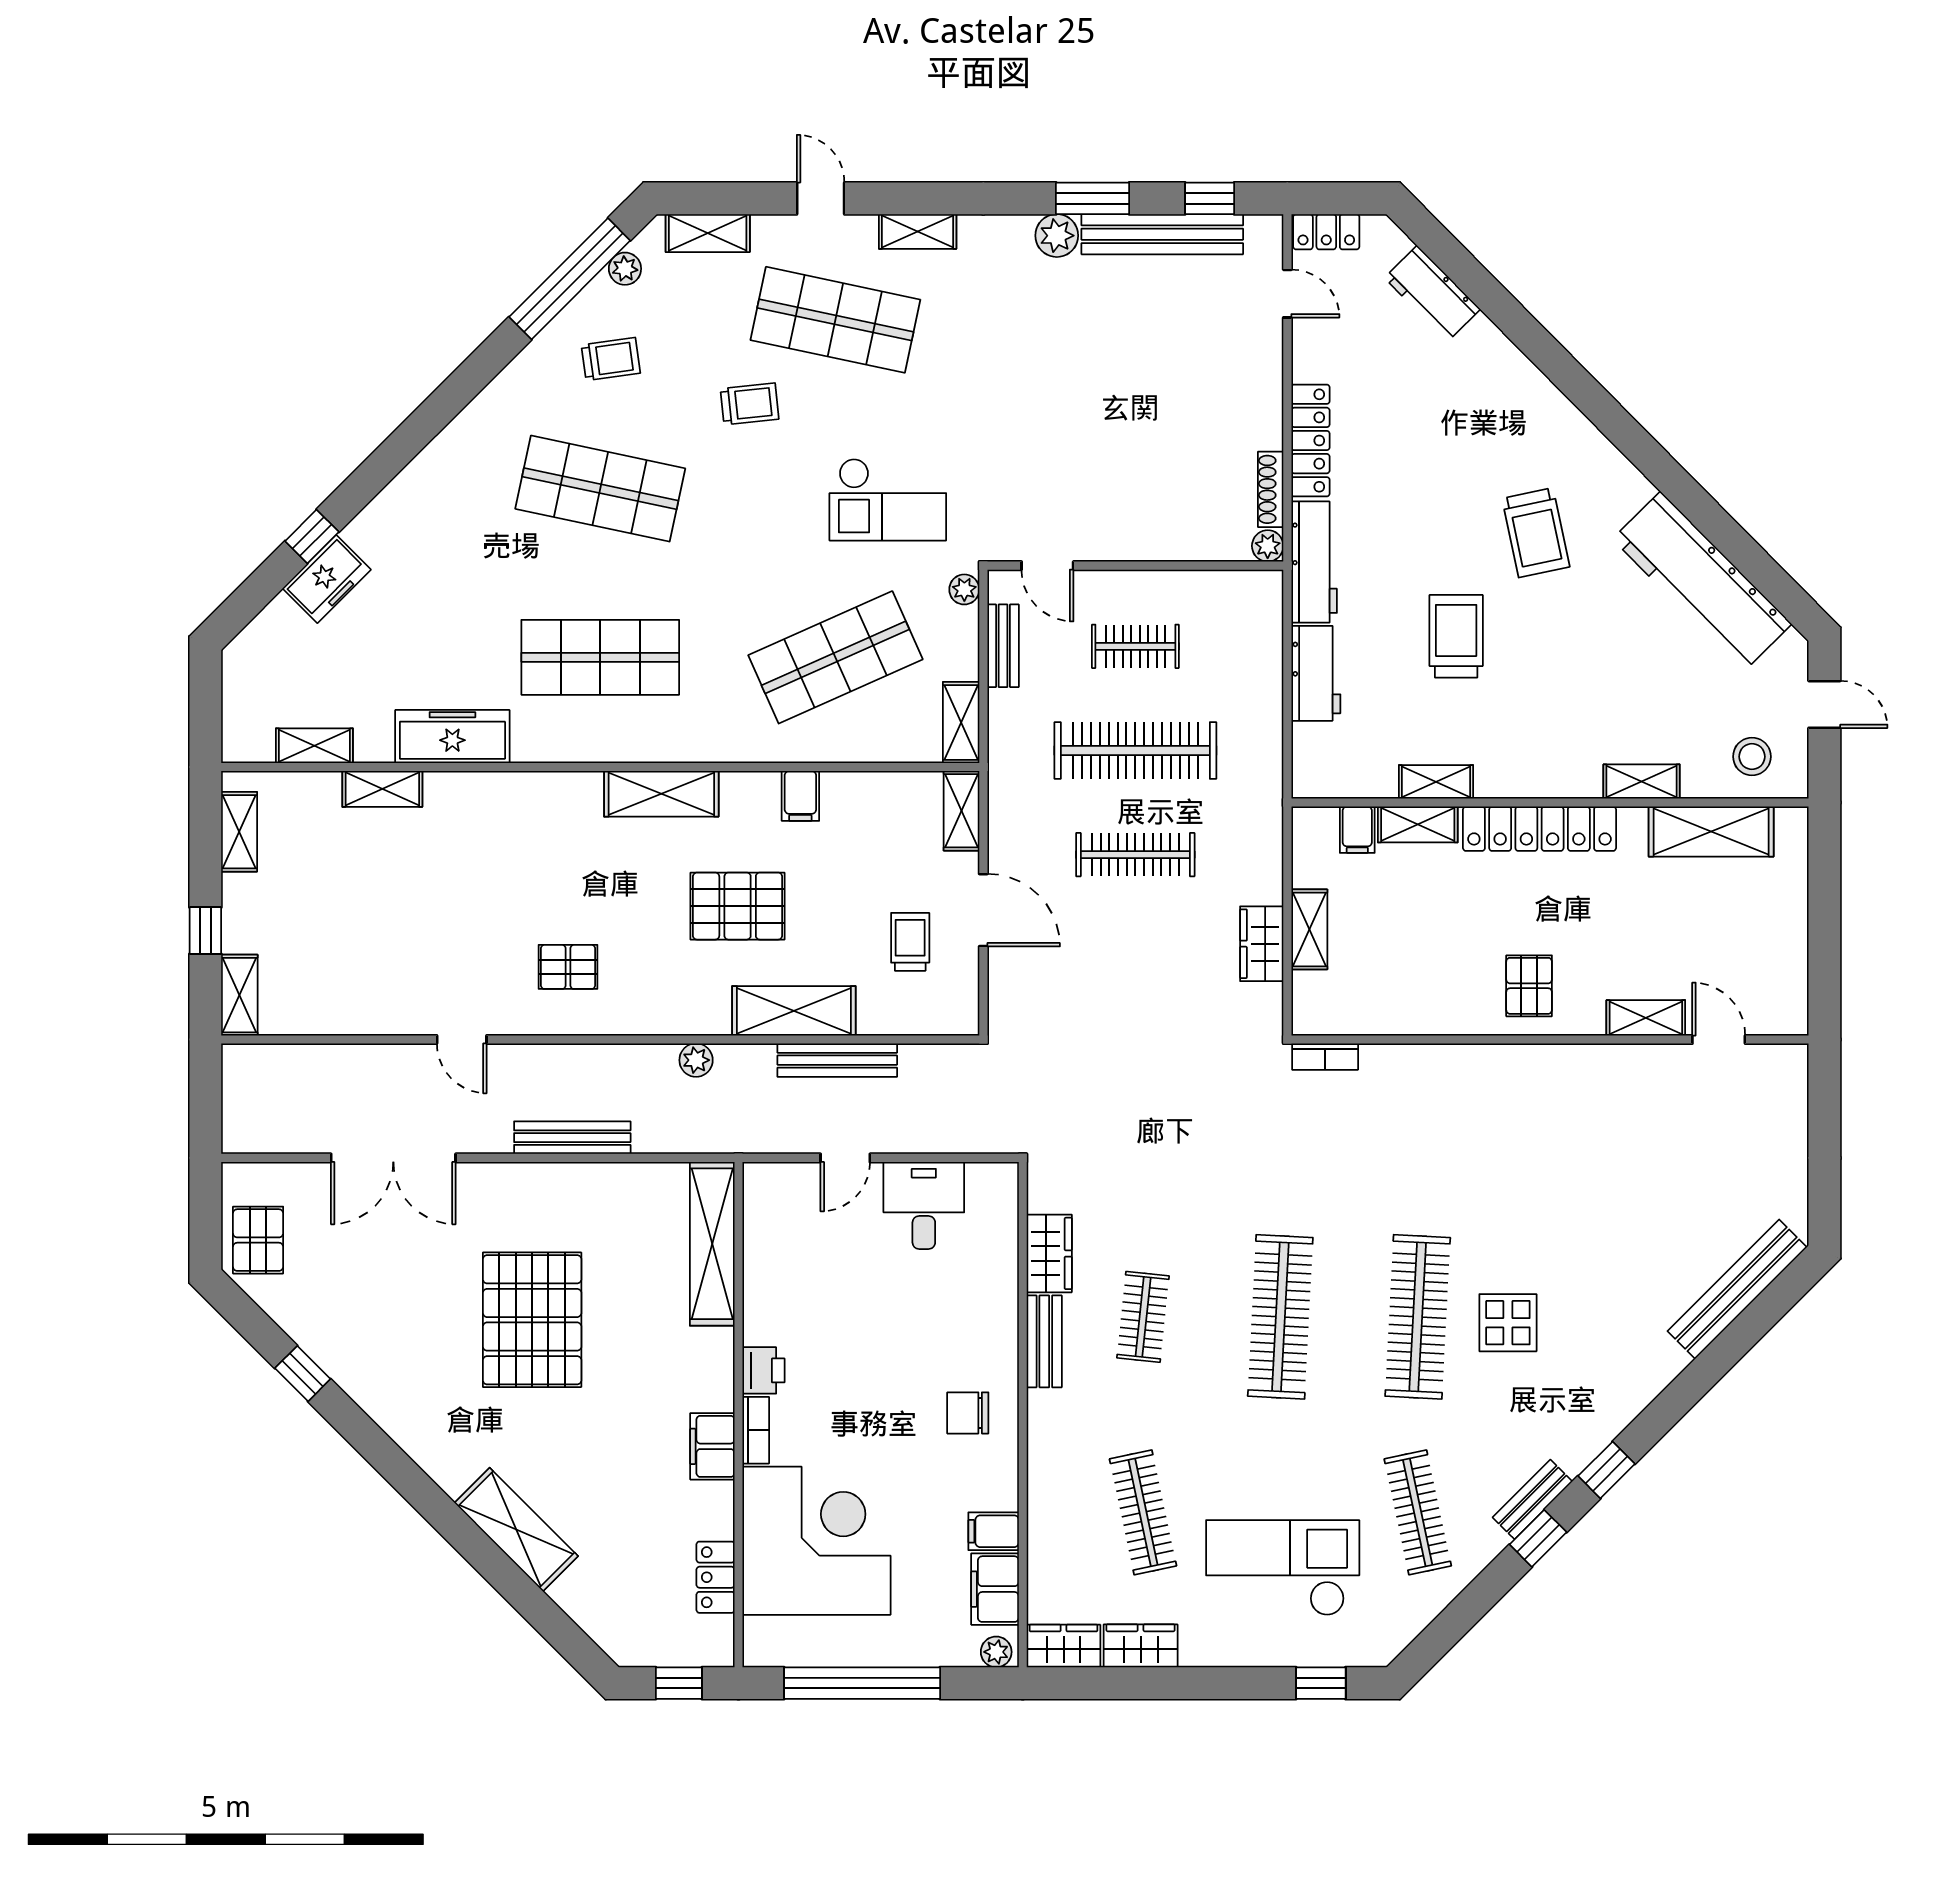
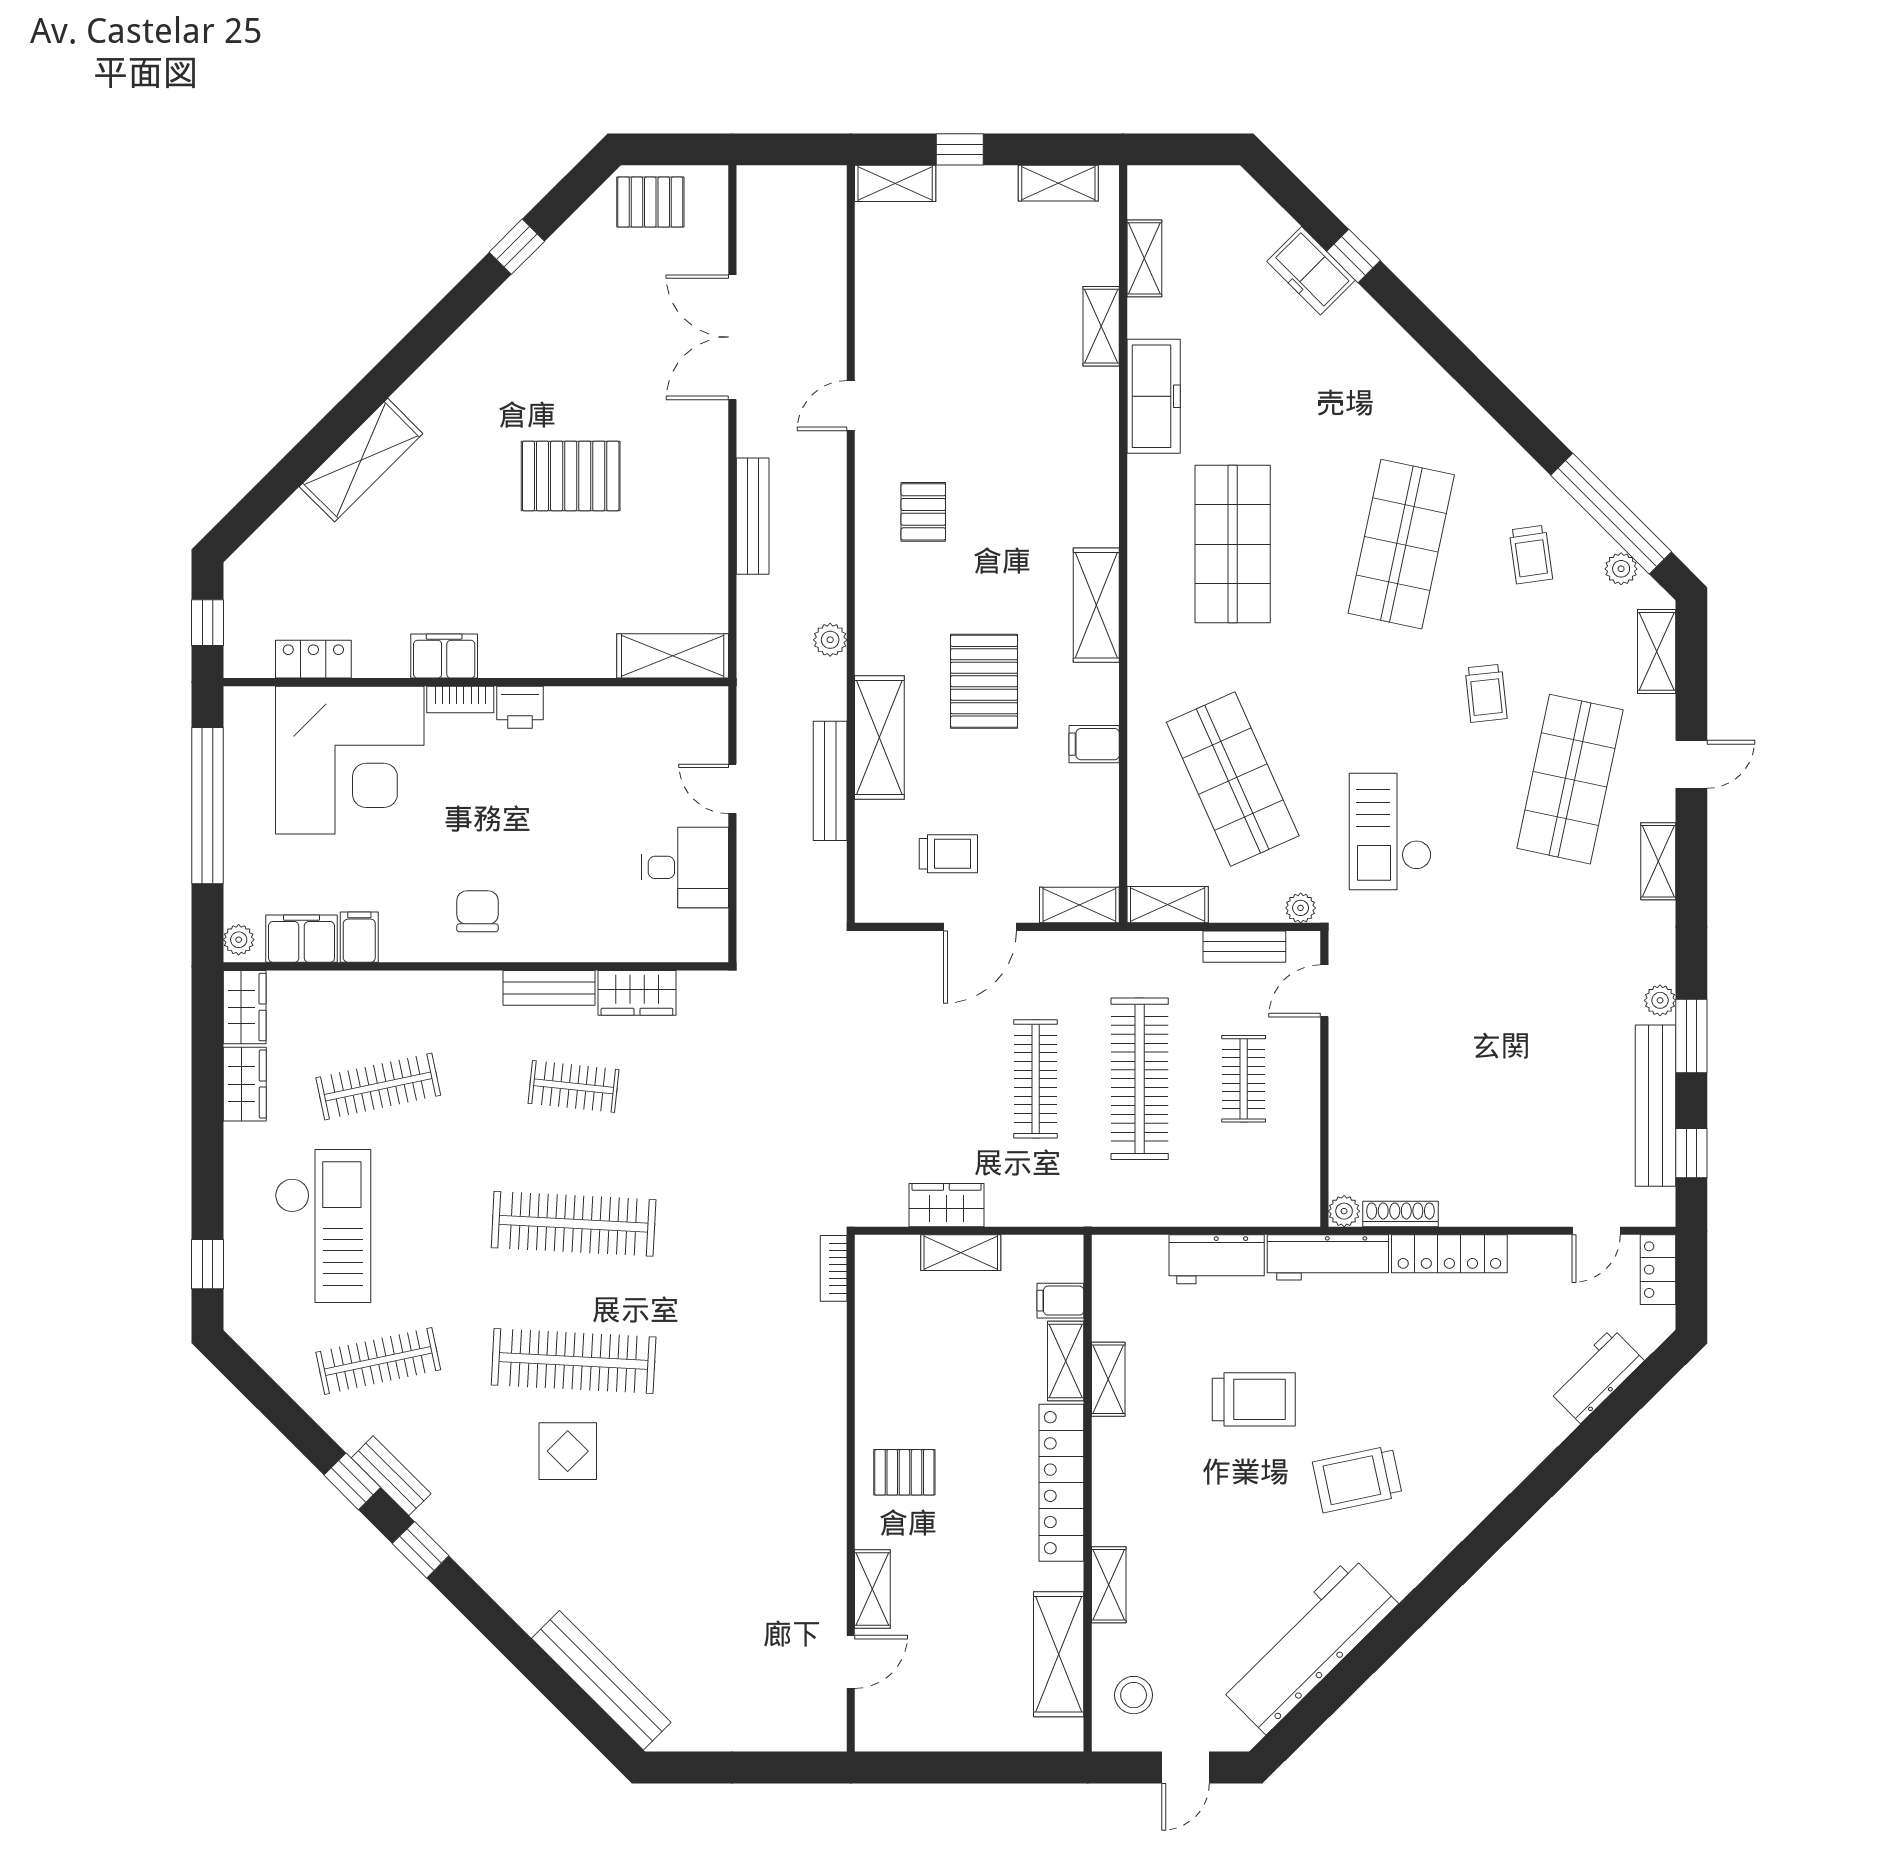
plant: (1057, 236) -> (1660, 1000), width x0.73, depth x0.73
shelving: (712, 1244) -> (673, 656), width x0.68
pallet: (532, 1320) -> (571, 476), width x0.73, depth x0.71

